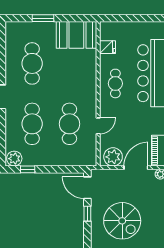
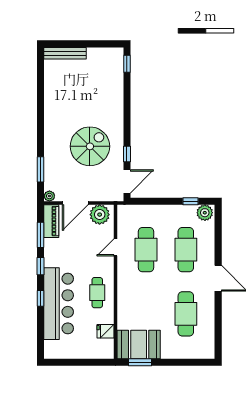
window: (43, 18) -> (140, 362), moved
door: (87, 188) -> (127, 182), hinge flipped
spiral stairs: (122, 221) -> (90, 146), turned 90

